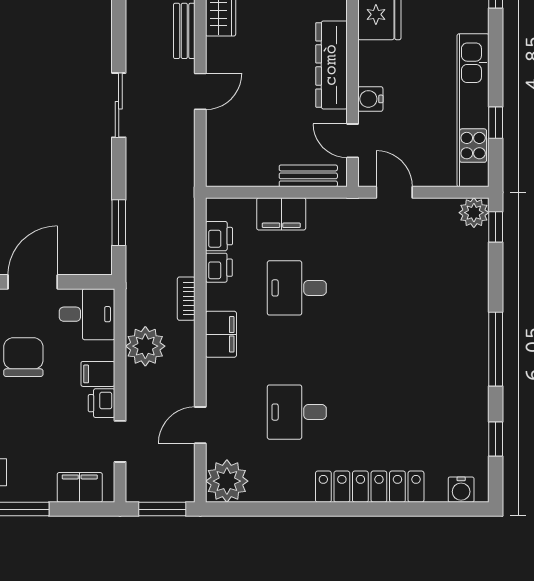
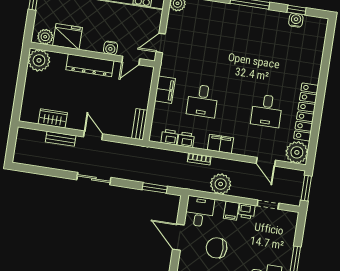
bench: (308, 176) -> (140, 124), moved
filing cabinet: (281, 214) -> (165, 90), moved
filing cabinet: (80, 487) -> (288, 229), removed
locker: (370, 487) -> (306, 112), moved
water cooler: (461, 490) -> (296, 20), moved, turned -90

